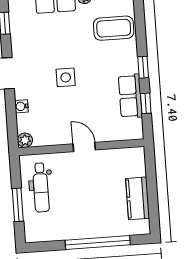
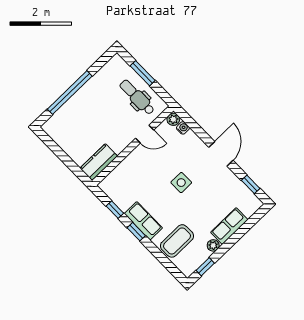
row of seats: (130, 96) -> (143, 221), moved
water cooler: (21, 106) -> (183, 128), moved
door: (84, 147) -> (145, 134), moved
kitchen counter: (138, 198) -> (99, 162), moved, turned -90

